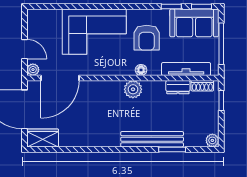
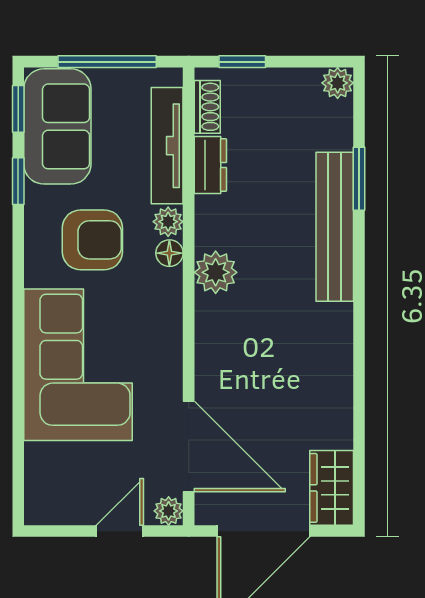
plant: (154, 69) -> (168, 222), added

